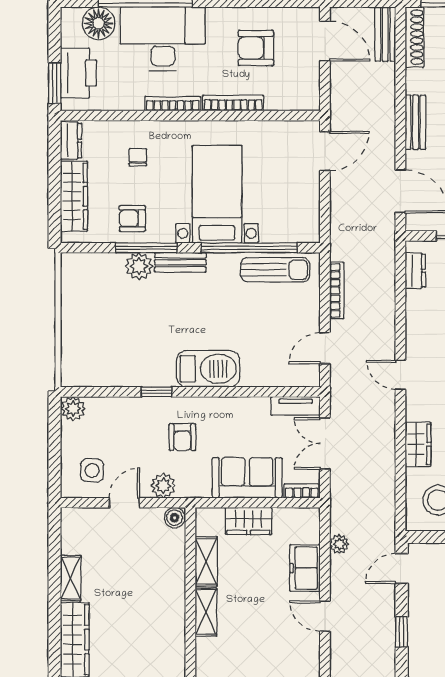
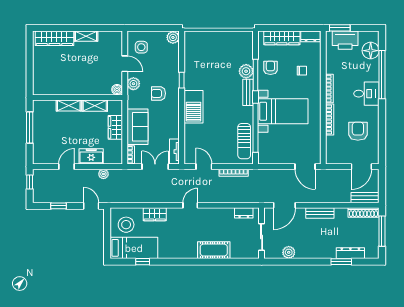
desk: (163, 39) -> (366, 94), width x0.53, depth x0.77

